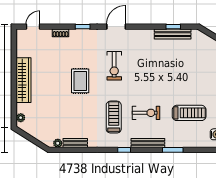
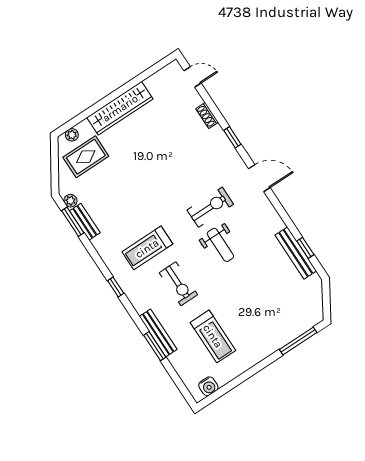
exercise bike: (114, 66) -> (210, 207), turned 180
weight bench: (140, 74) -> (220, 245), added
rug: (80, 81) -> (86, 157), moved
treadmill: (114, 117) -> (147, 248), turned 180
bench: (148, 143) -> (158, 333), moved
window: (71, 150) -> (73, 222), added

